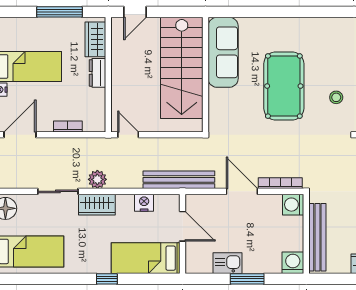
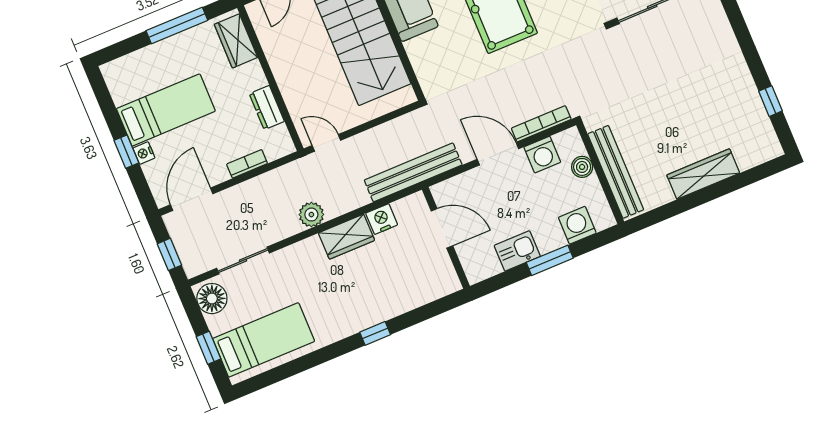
dresser: (97, 73) -> (267, 108), moved
sliding door: (58, 191) -> (243, 261), moved
wardrobe: (97, 205) -> (347, 237), moved
washing machine: (293, 205) -> (542, 155), moved, turned -90
boiler: (296, 224) -> (582, 167), added
bed: (146, 258) -> (413, 287), removed
washing machine: (293, 263) -> (577, 225), moved

